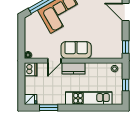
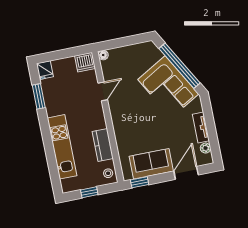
sofa: (76, 50) -> (151, 164), moved, turned -90
door: (54, 61) -> (103, 91), swing flipped
kitchen counter: (73, 68) -> (103, 145), moved

